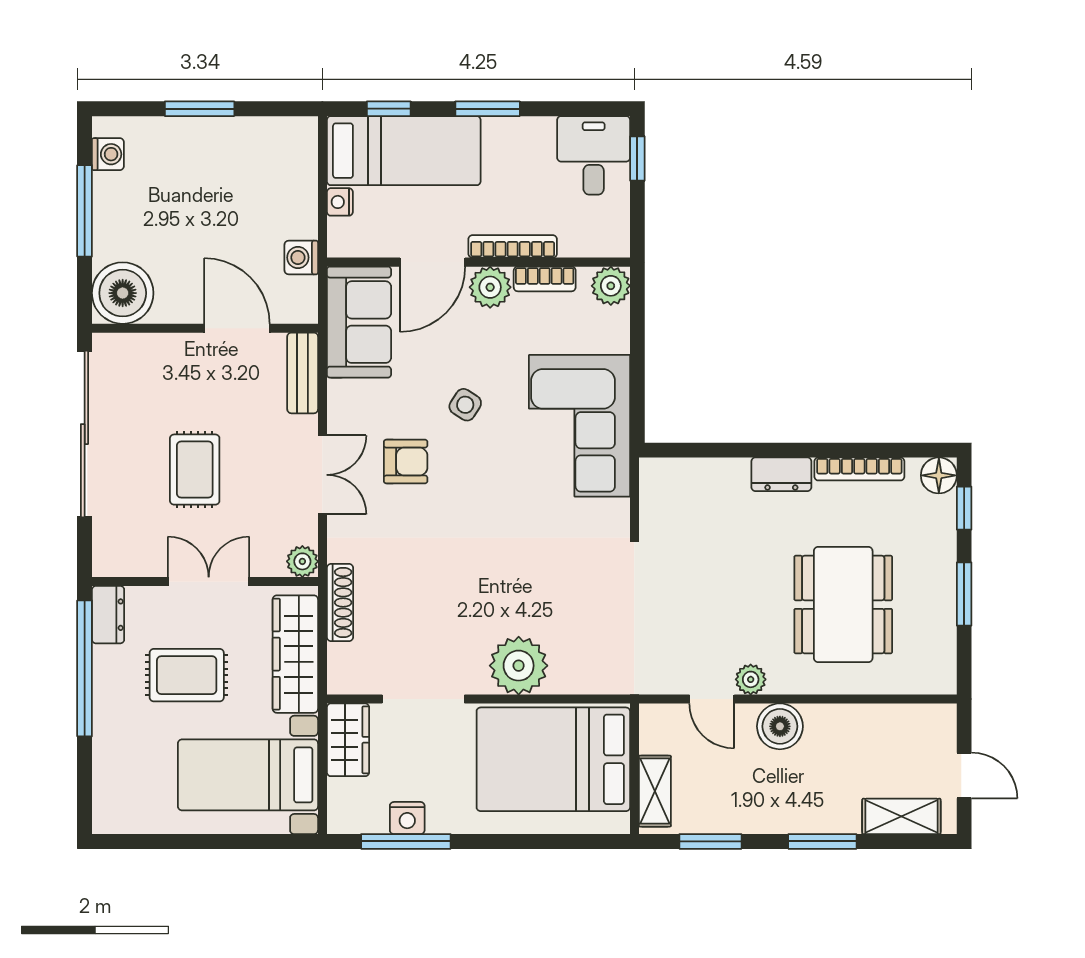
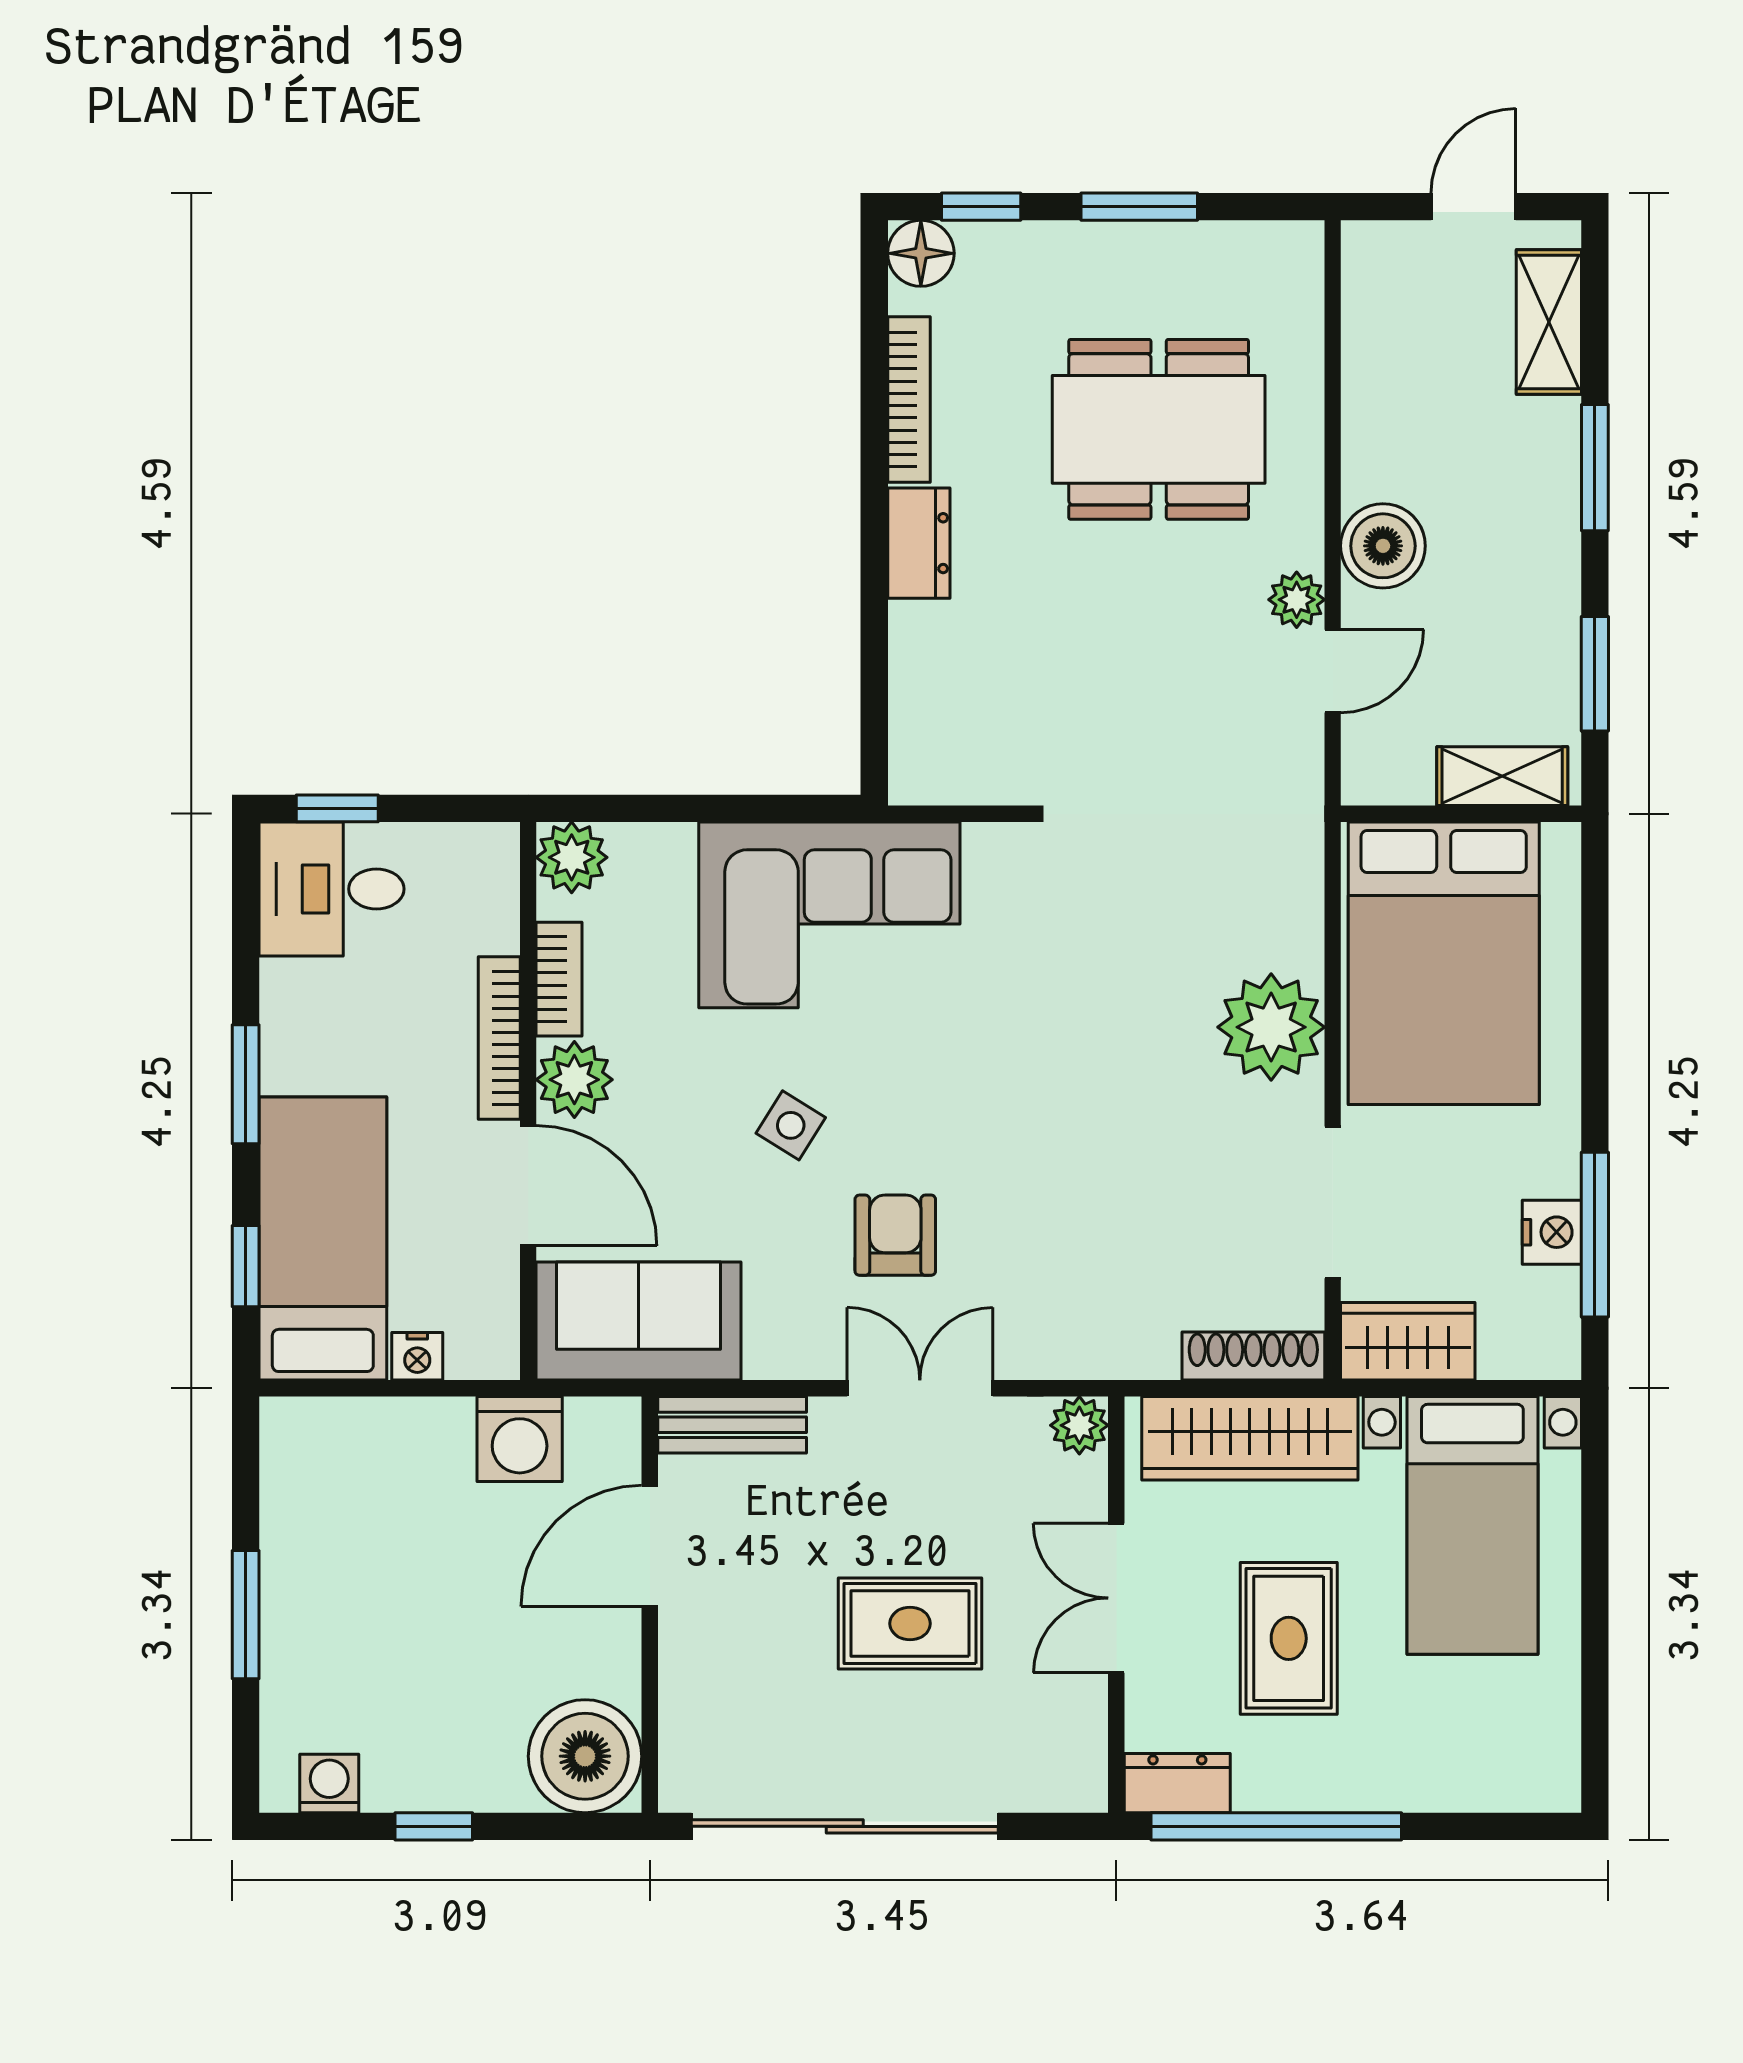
window: (85, 211) -> (434, 1826), width x0.46
washing machine: (301, 258) -> (520, 1439), width x1.38, depth x1.38
shoe rack: (340, 602) -> (1253, 1356), moved

